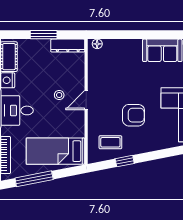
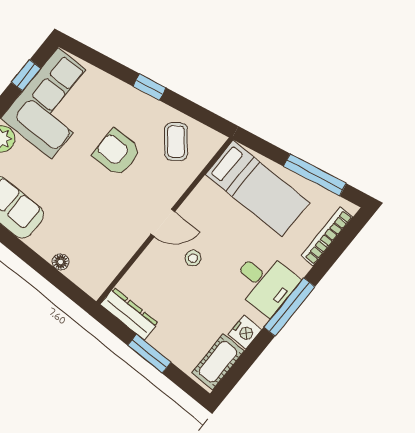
floor lamp: (97, 44) -> (61, 262), moved
coffee table: (110, 142) -> (176, 142), turned 51
window: (125, 161) -> (149, 87), moved

